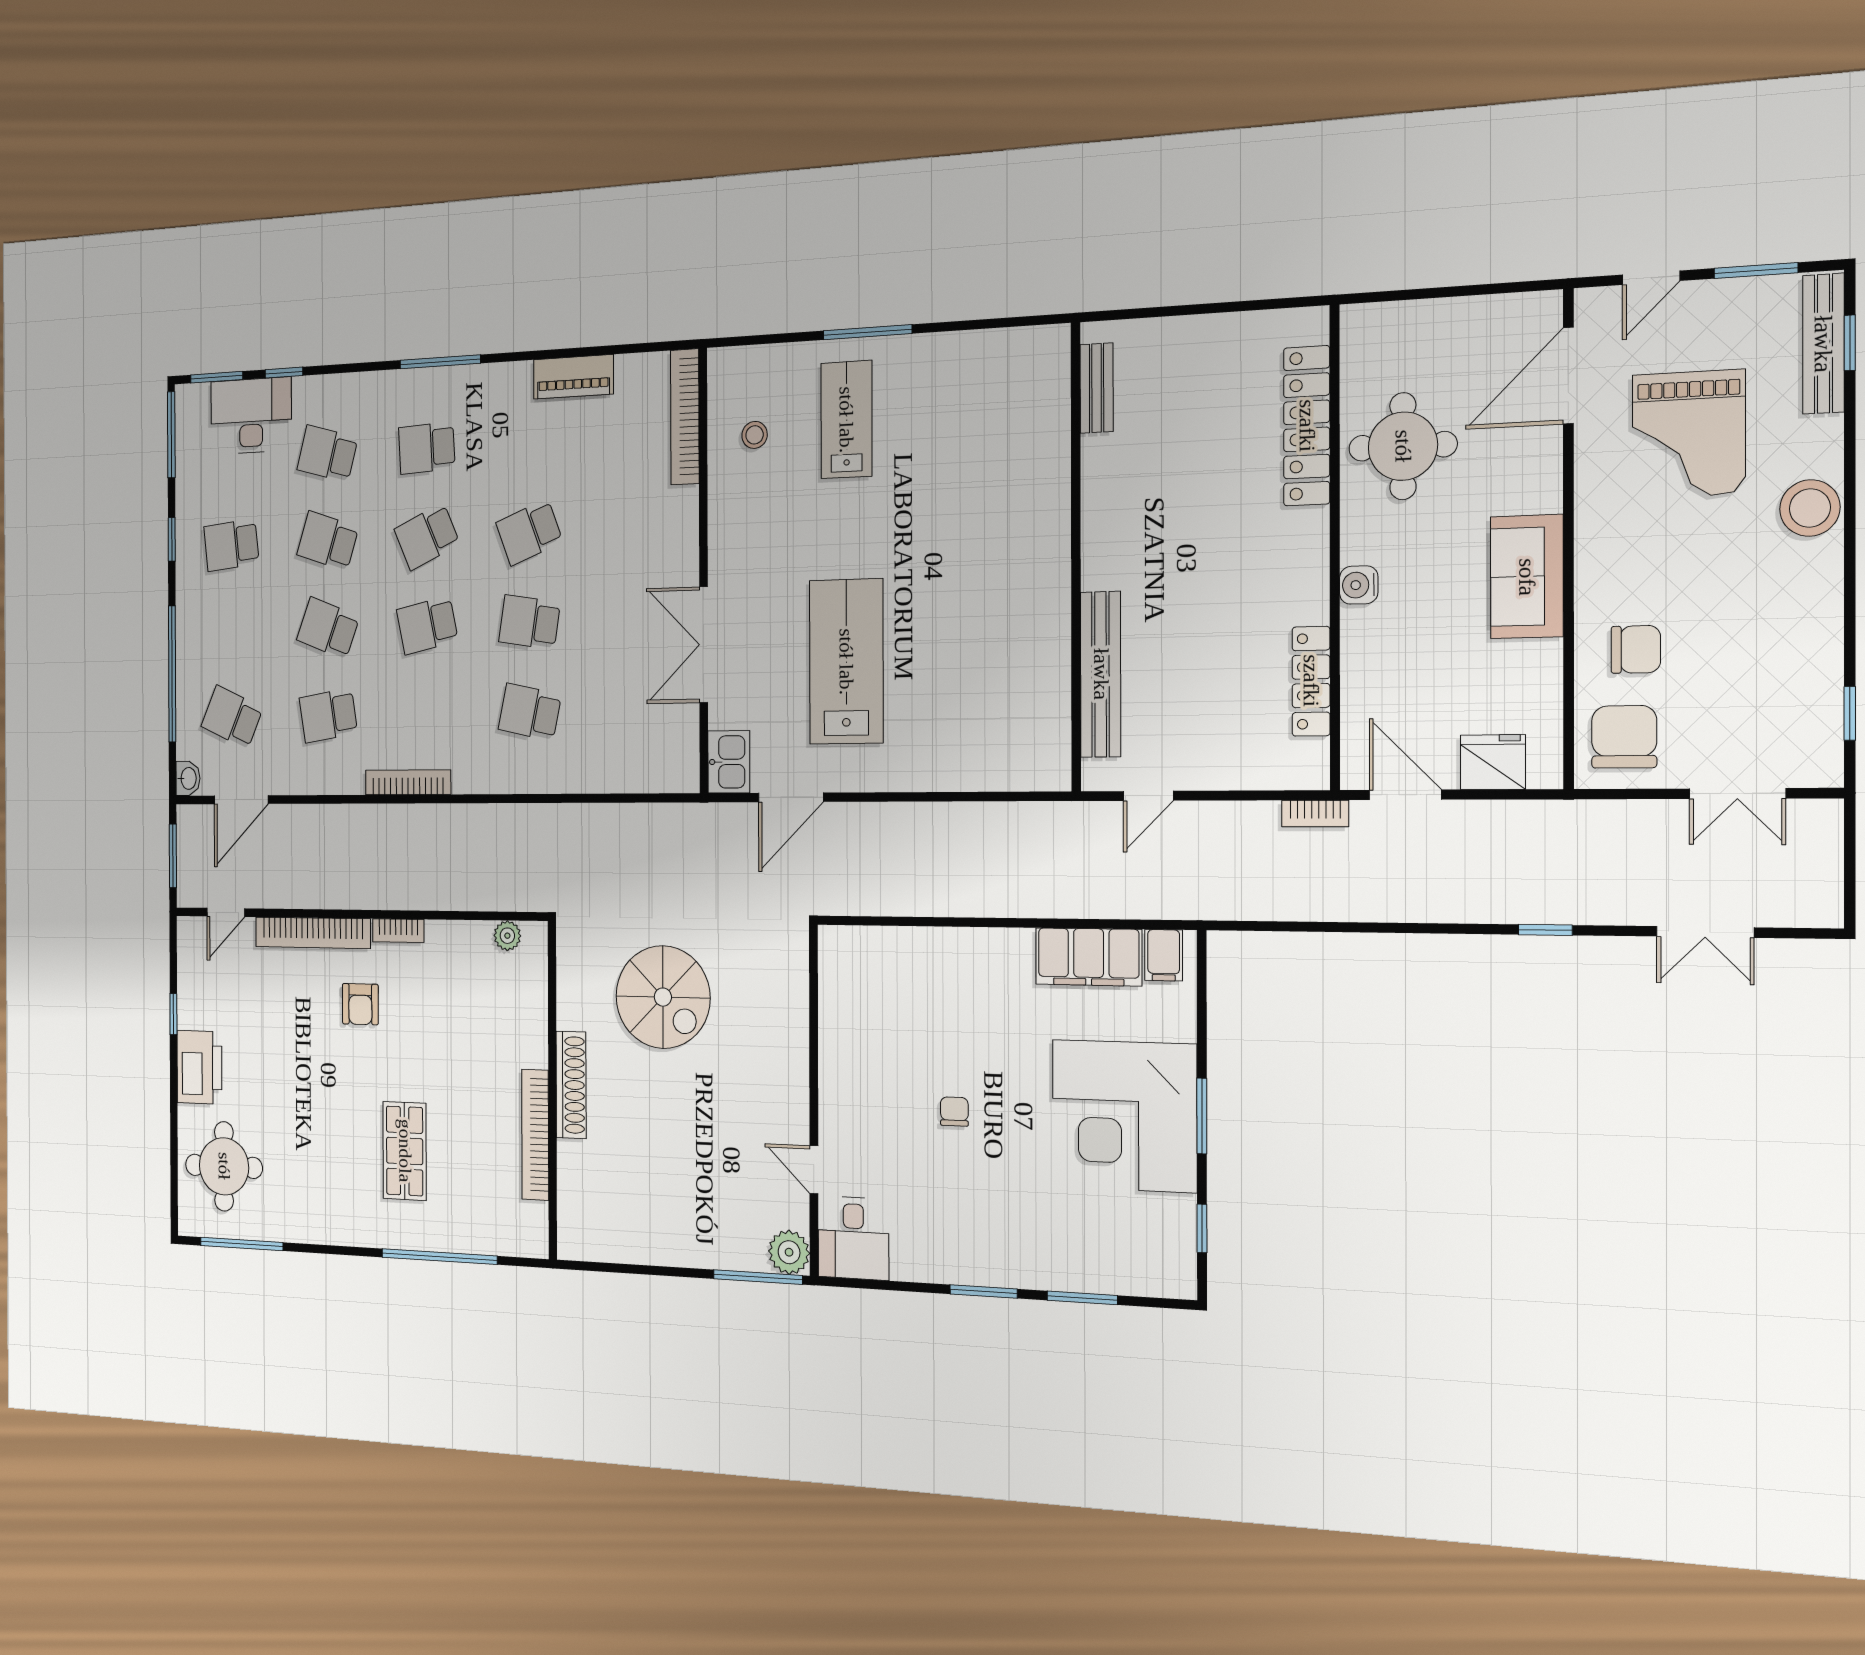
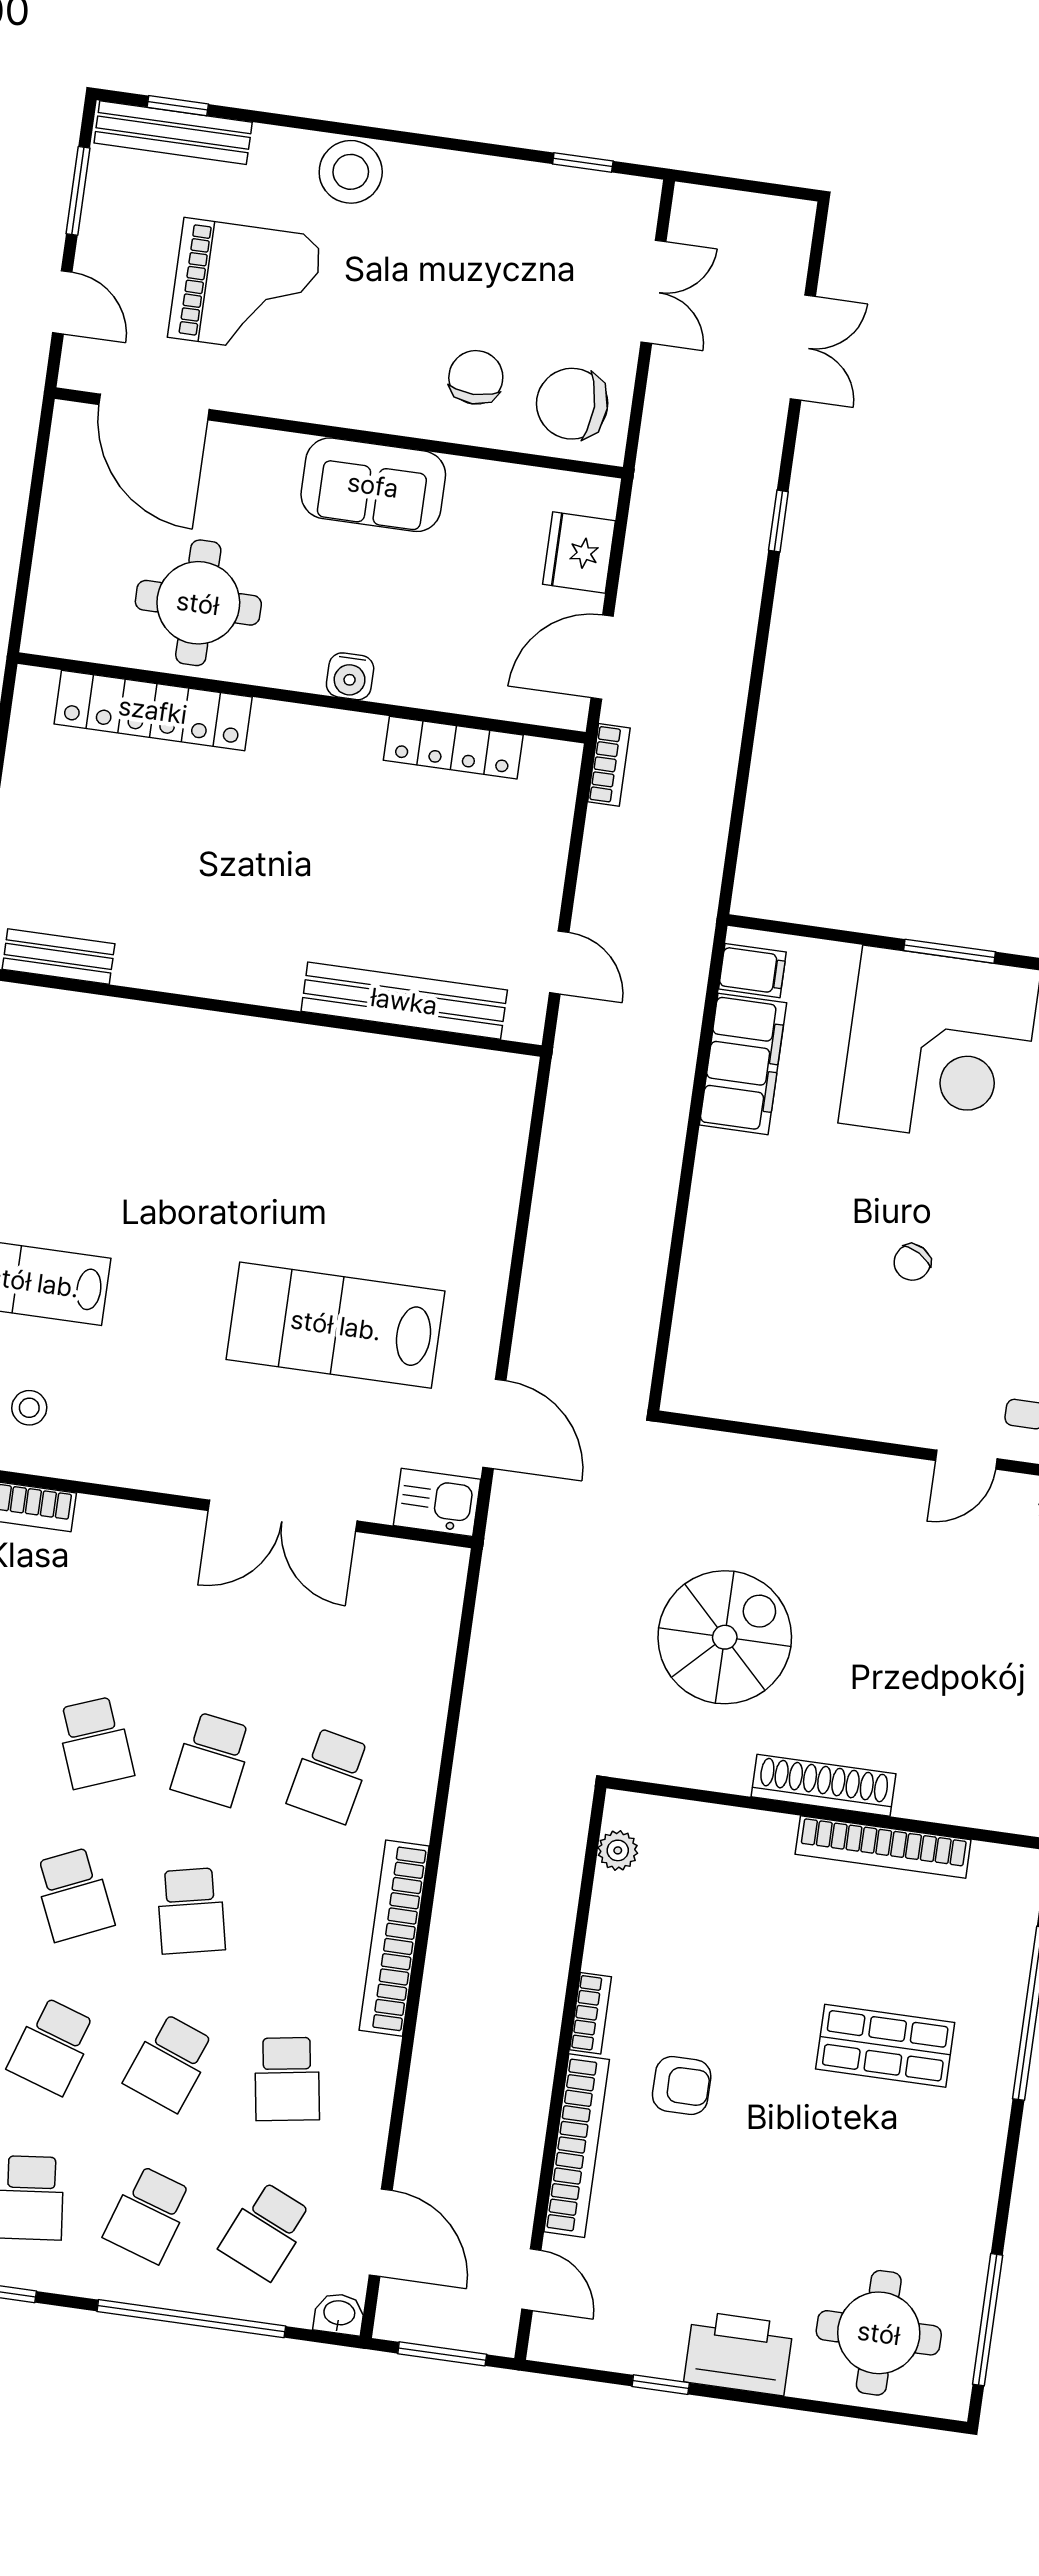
school desk: (232, 631) -> (148, 2214), added
bookcase: (408, 782) -> (394, 1938), width x1.48, depth x1.31
chair: (954, 1112) -> (912, 1262), turned -60

